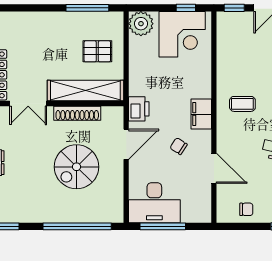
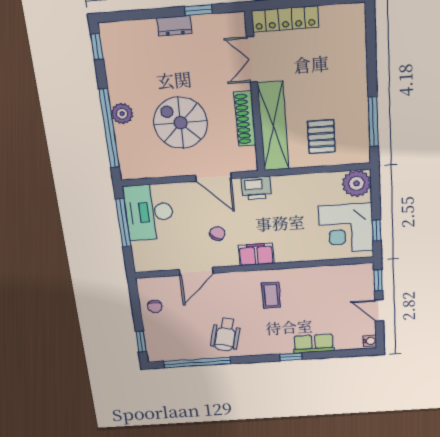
plant: (65, 214) -> (122, 114), added

